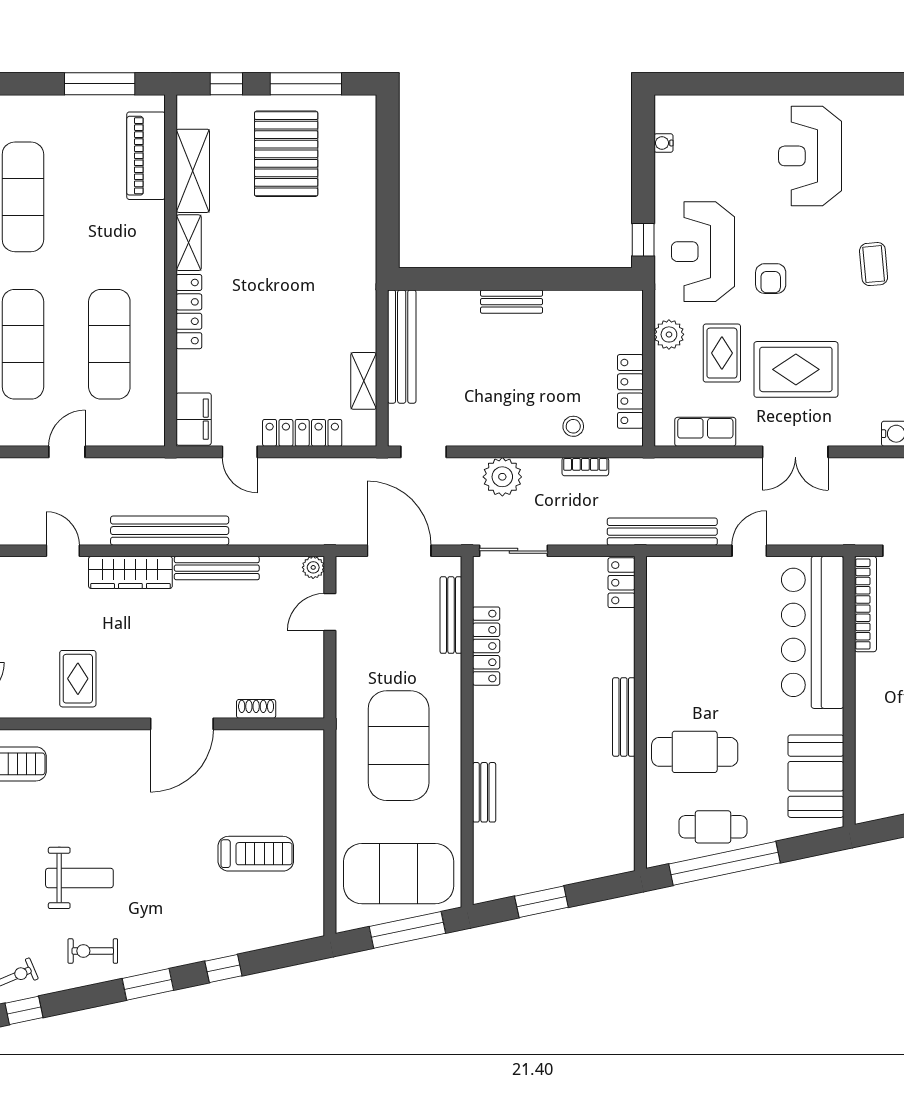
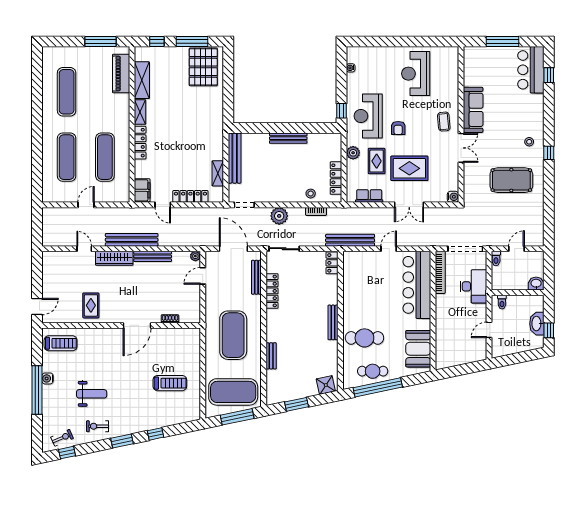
pallet: (286, 154) -> (203, 67), moved
bench: (512, 302) -> (288, 138), width x1.36
shower: (607, 858) -> (326, 385), added

